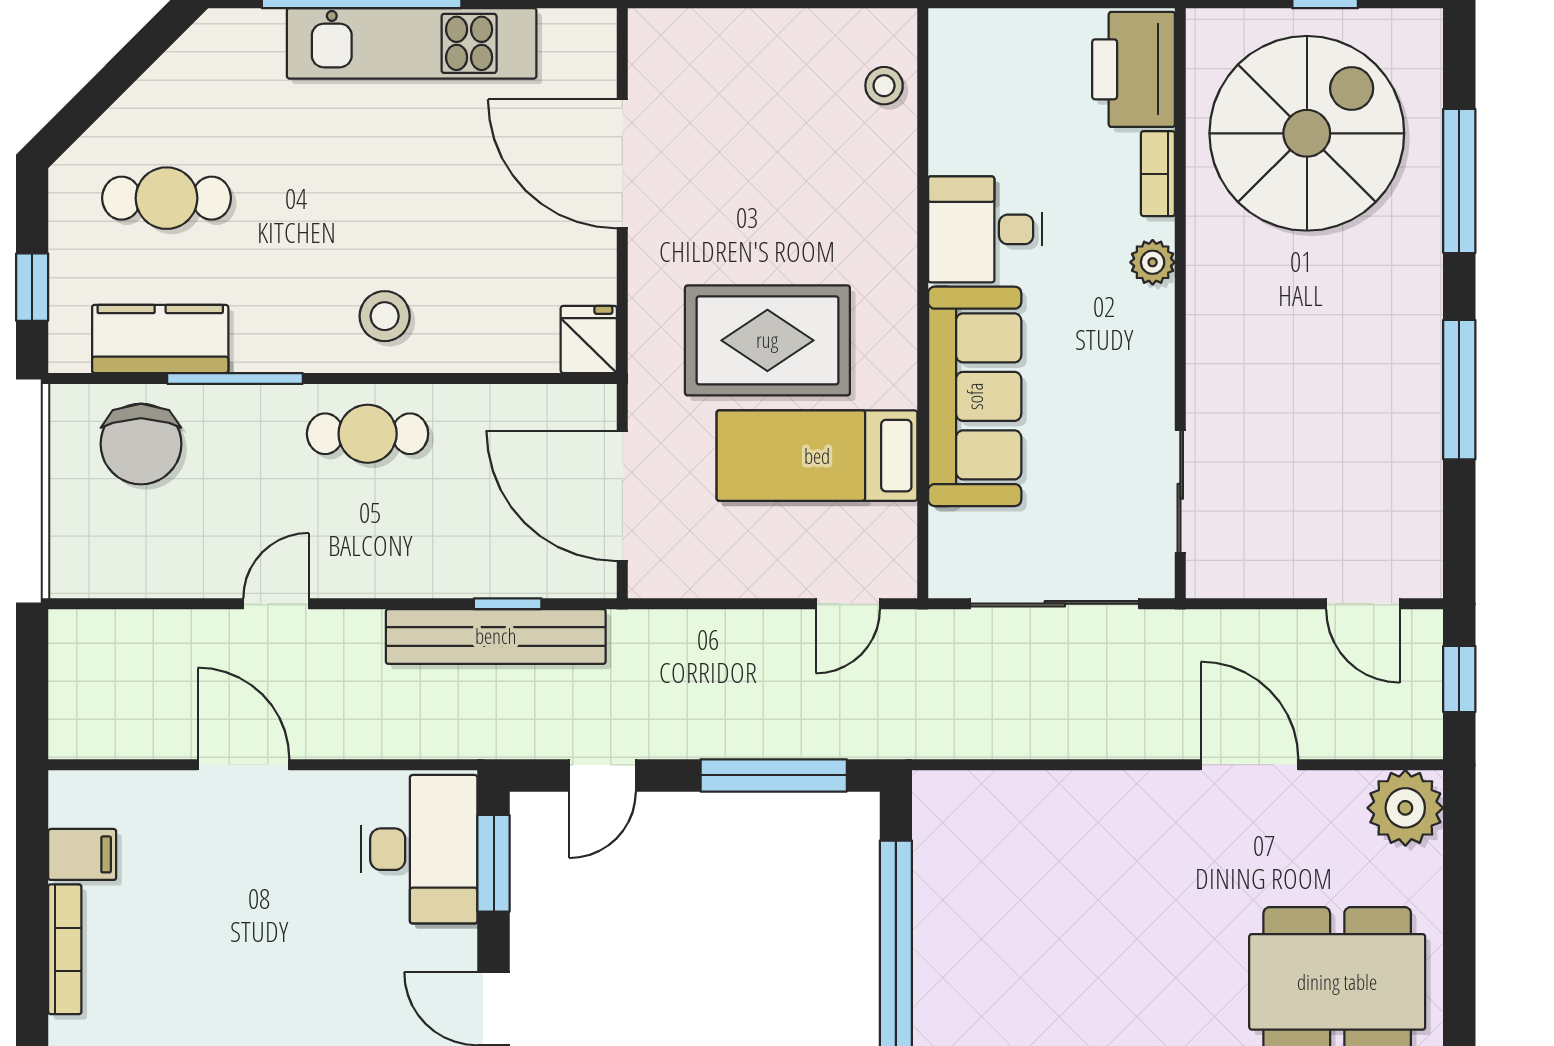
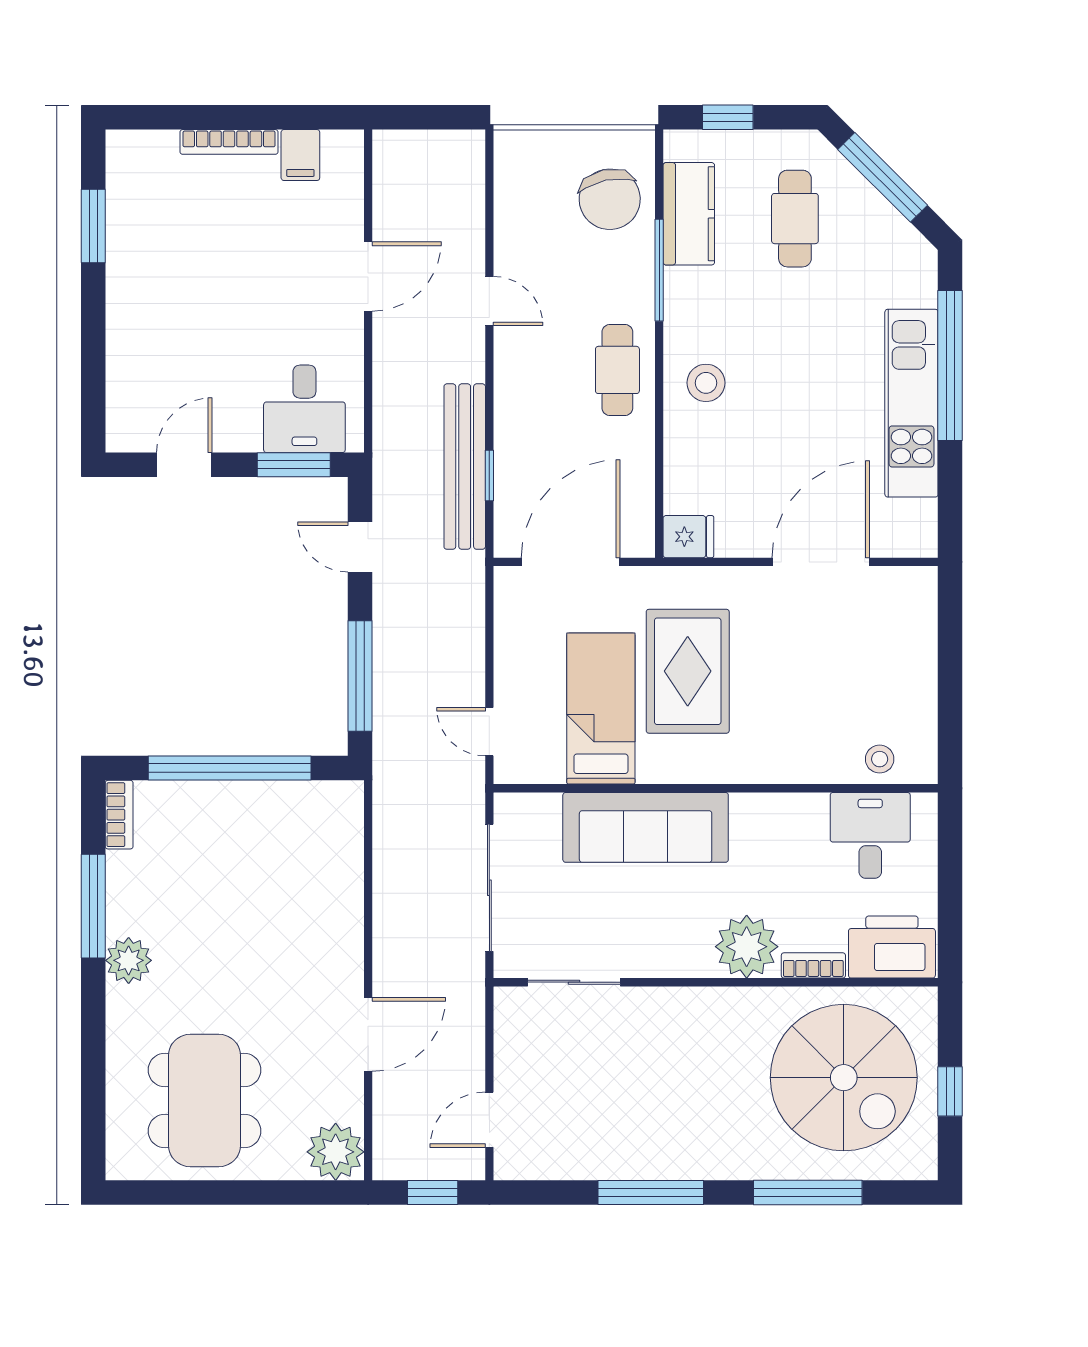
window: (112, 82) -> (883, 177), added
desk: (985, 229) -> (870, 835), moved
plant: (1153, 262) -> (747, 947), width x1.88, depth x1.88
chair: (141, 444) -> (610, 199), turned -102
desk: (419, 849) -> (304, 409), width x0.73

